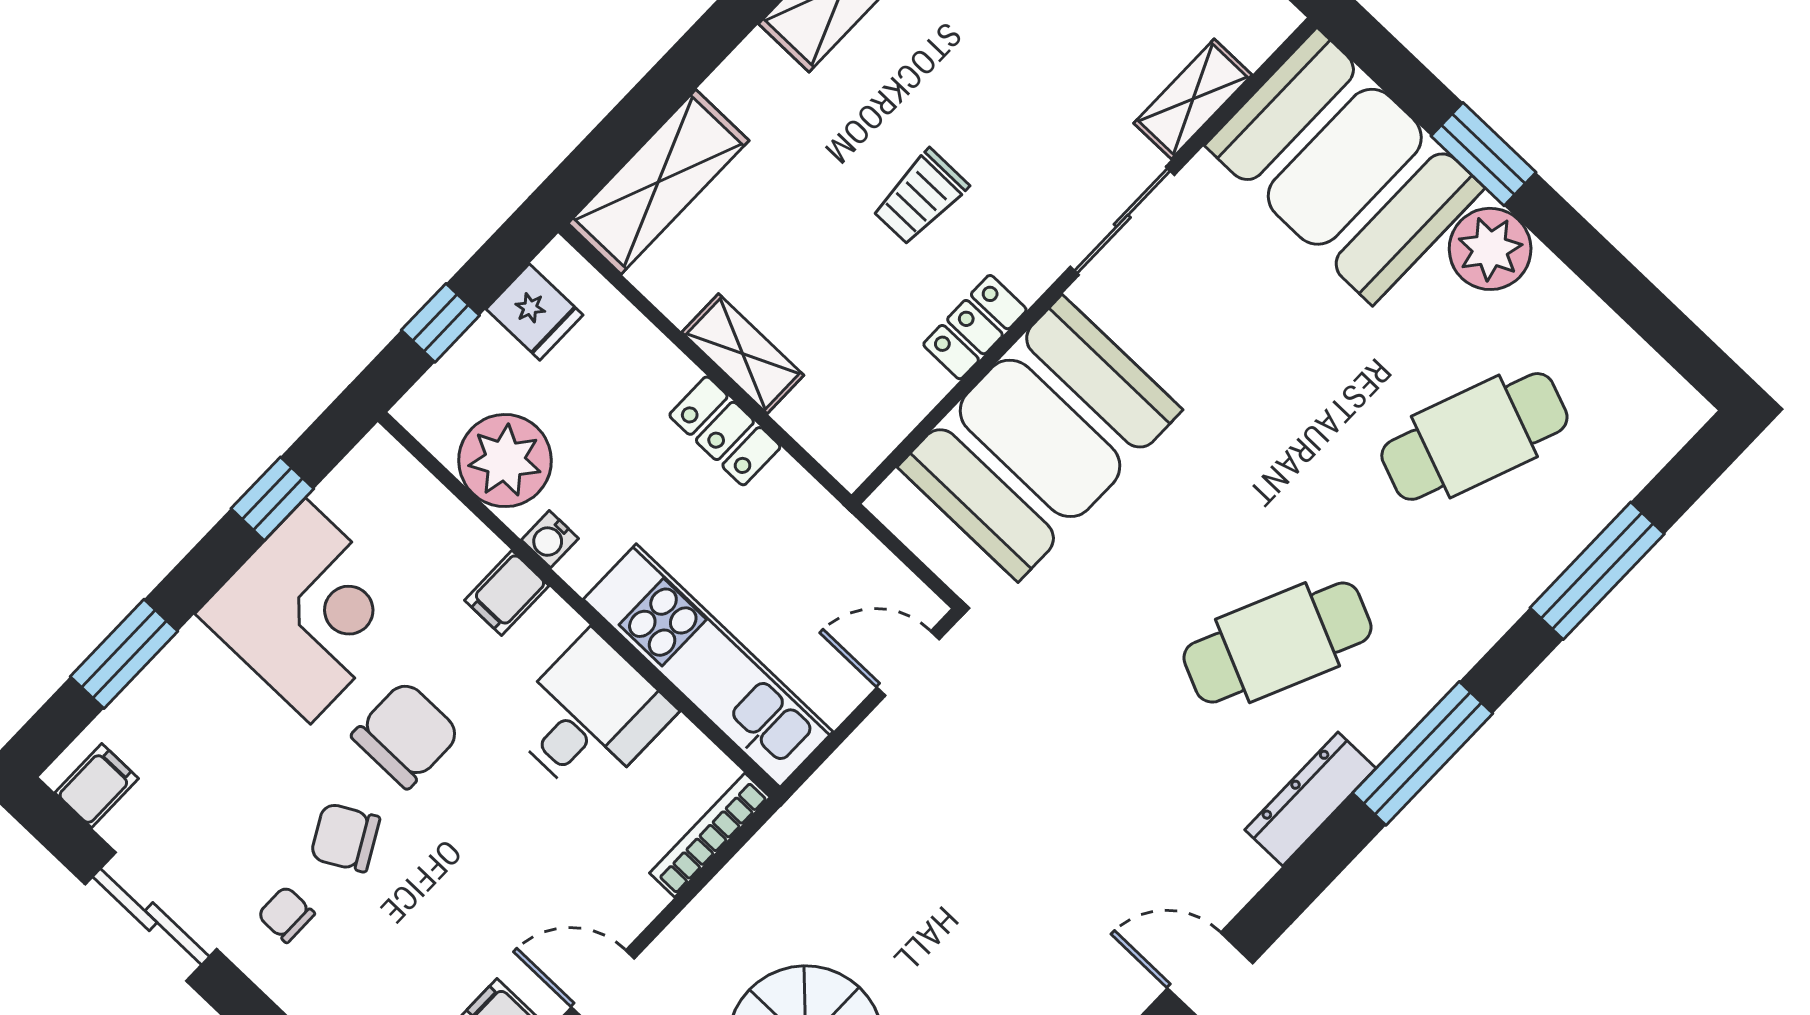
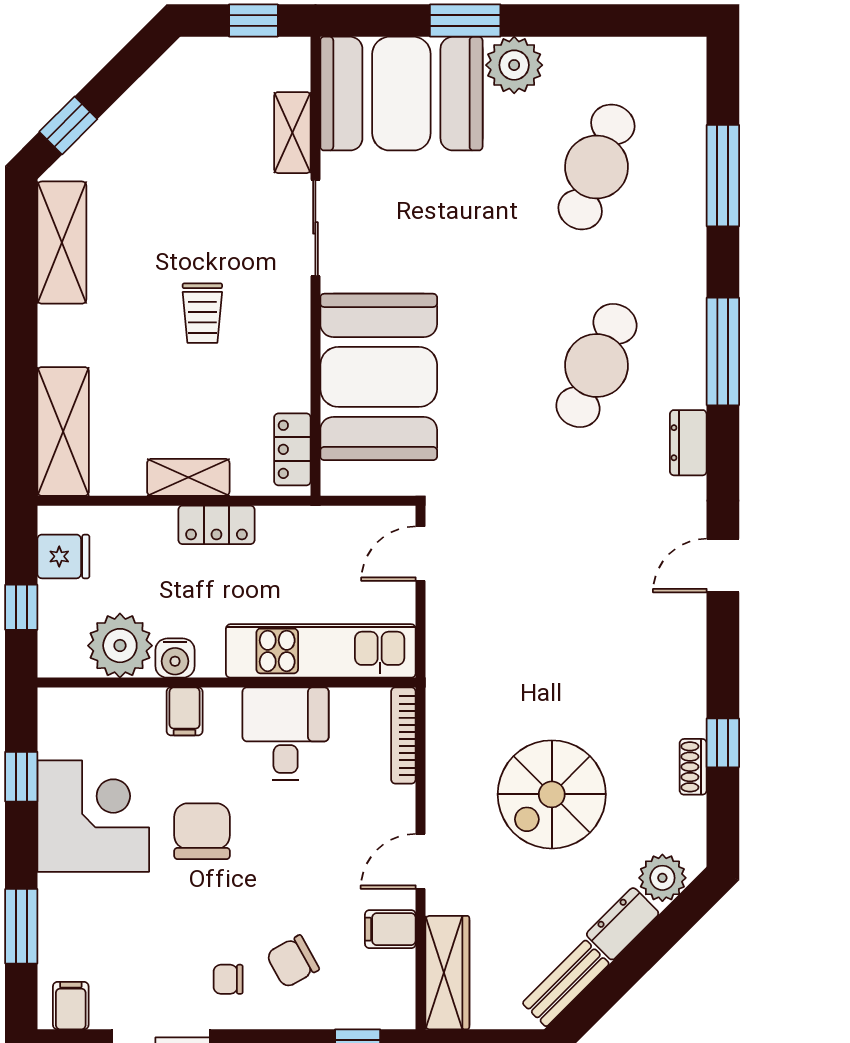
locker: (975, 327) -> (292, 449), moved
water cooler: (550, 539) -> (175, 658), width x1.38, depth x1.38
dresser: (1310, 799) -> (688, 443), width x0.70
chair: (345, 838) -> (293, 962), moved

